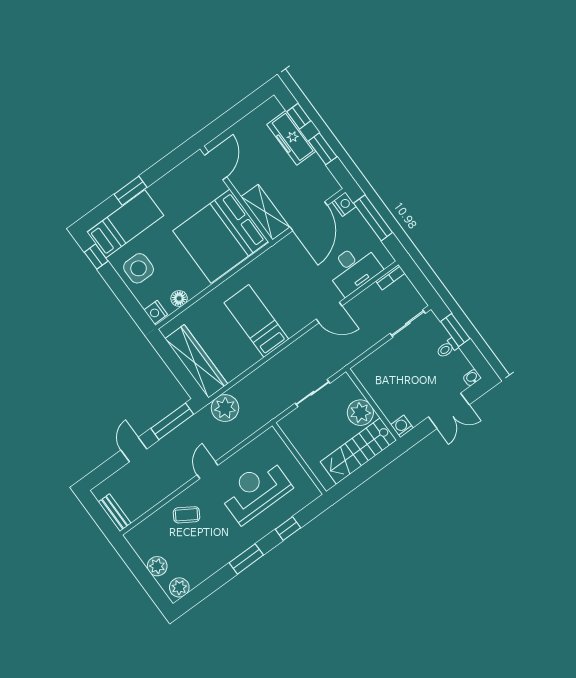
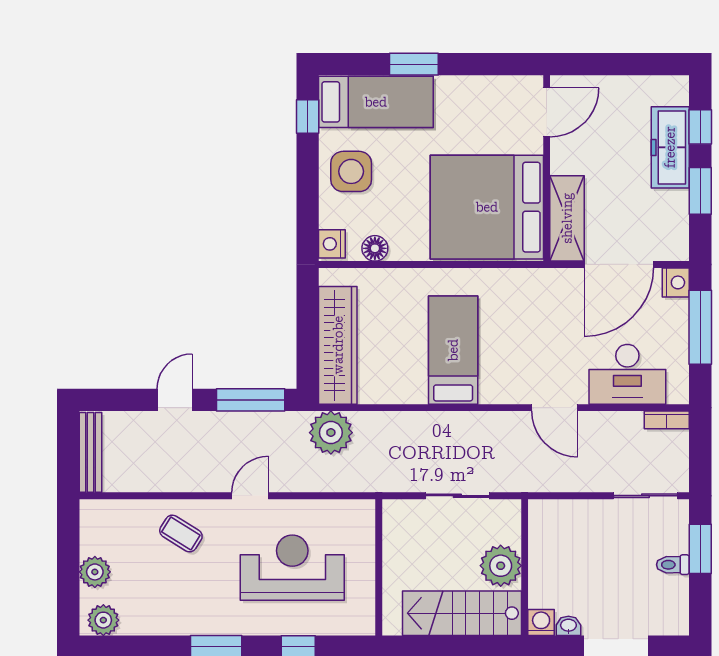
washbasin: (472, 378) -> (568, 626), moved
bench: (115, 513) -> (90, 452), width x1.36

